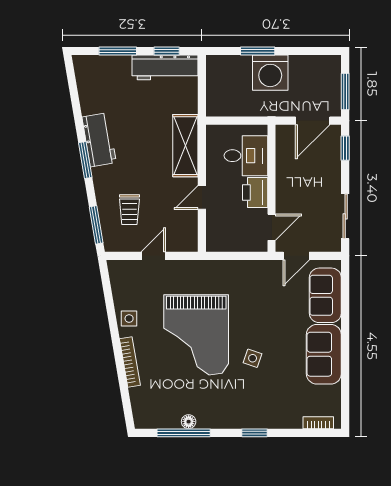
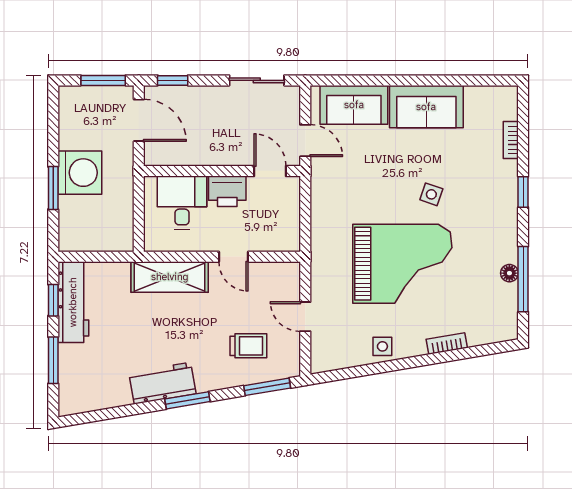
bookcase: (130, 362) -> (447, 343), width x0.64
bookcase: (318, 423) -> (511, 140), moved

